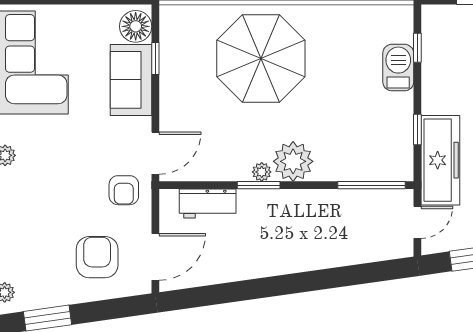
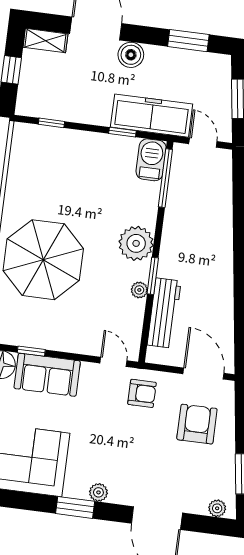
barbecue: (398, 68) -> (151, 160), moved, turned 90
door: (155, 153) -> (113, 362), width x0.73
plant: (262, 172) -> (139, 290), moved
workbench: (208, 203) -> (164, 313), width x1.38
armchair: (97, 257) -> (197, 424), turned 90

